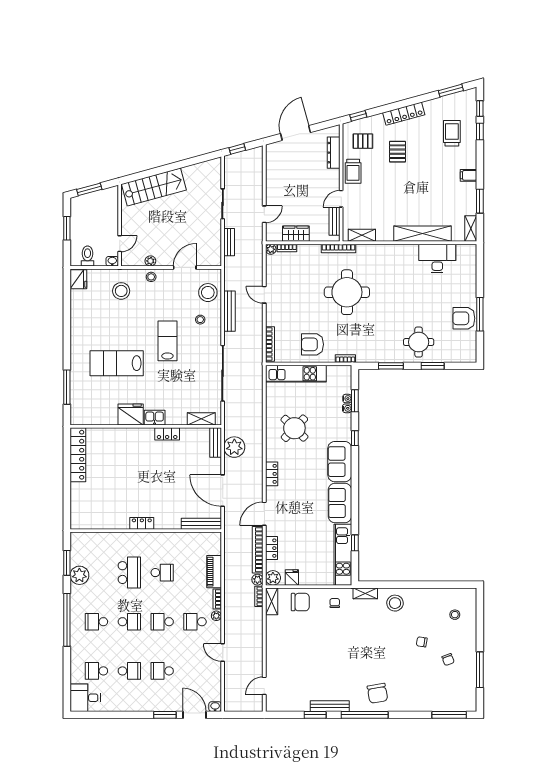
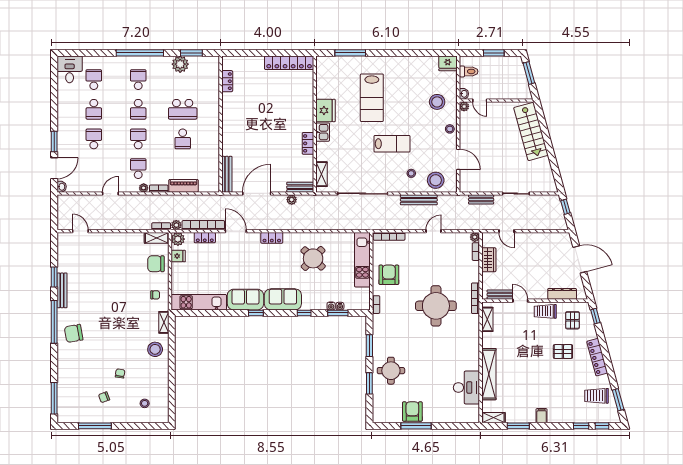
trolley: (452, 133) -> (596, 396), moved, turned 180
plant: (150, 261) -> (464, 106), moved
lab bench: (117, 363) -> (372, 98), turned 180
plant: (234, 447) -> (292, 200), width x0.53, depth x0.53
locker: (142, 523) -> (227, 81), moved
window: (355, 543) -> (256, 313), moved
chair: (300, 602) -> (156, 264), turned 90

